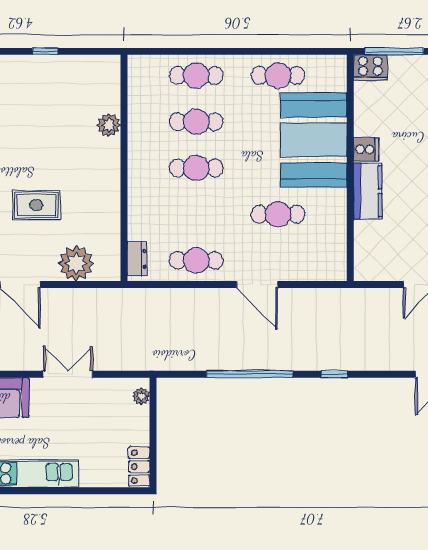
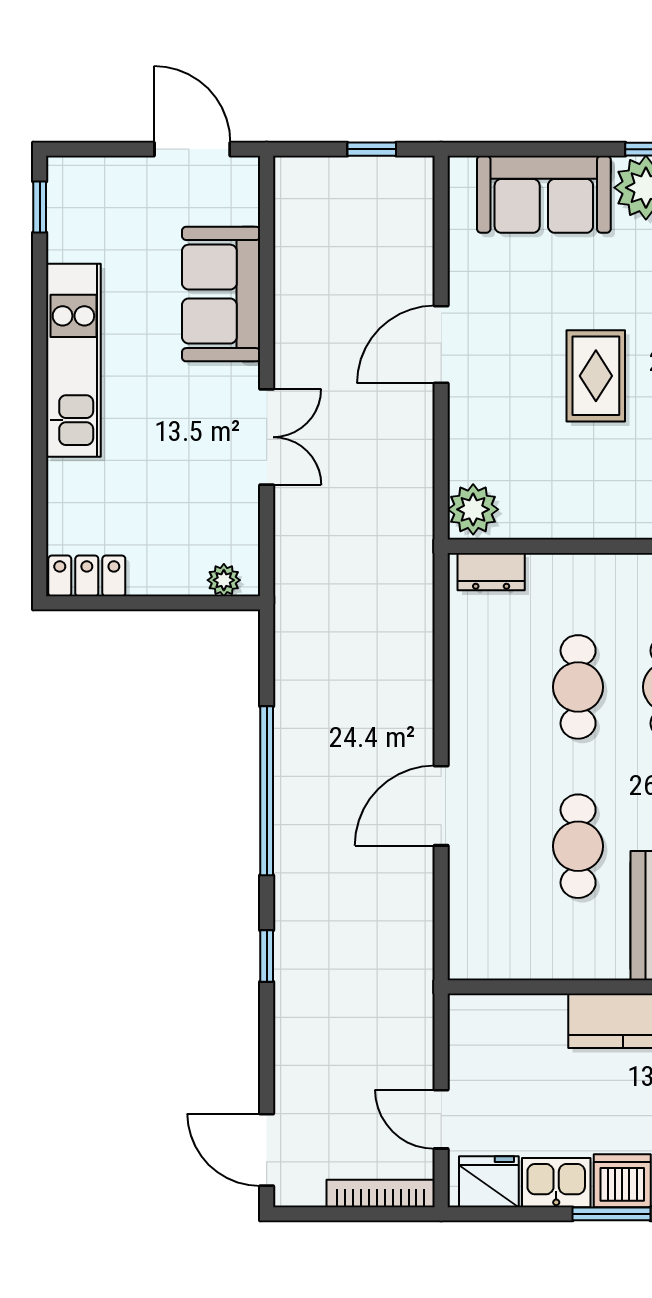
cafe table: (196, 260) -> (578, 687), moved
plant: (76, 263) -> (473, 509), moved, width x0.73, depth x0.73

